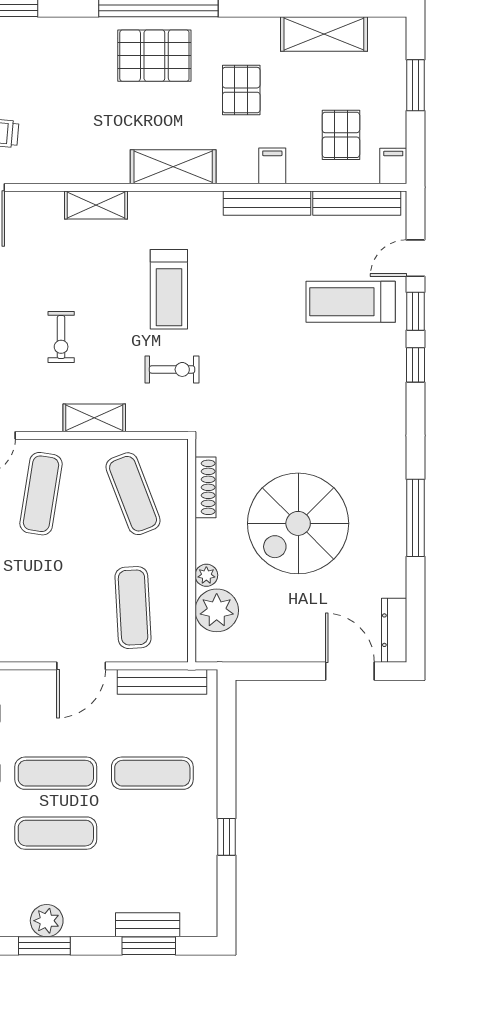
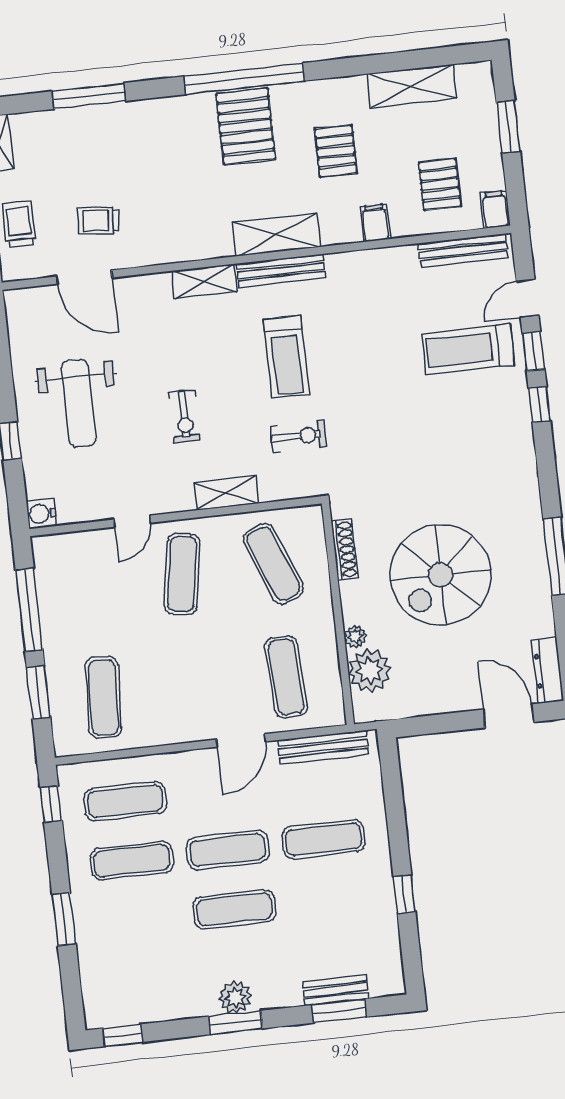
pallet: (154, 56) -> (246, 127), turned 90
bench: (267, 203) -> (281, 271), moved

